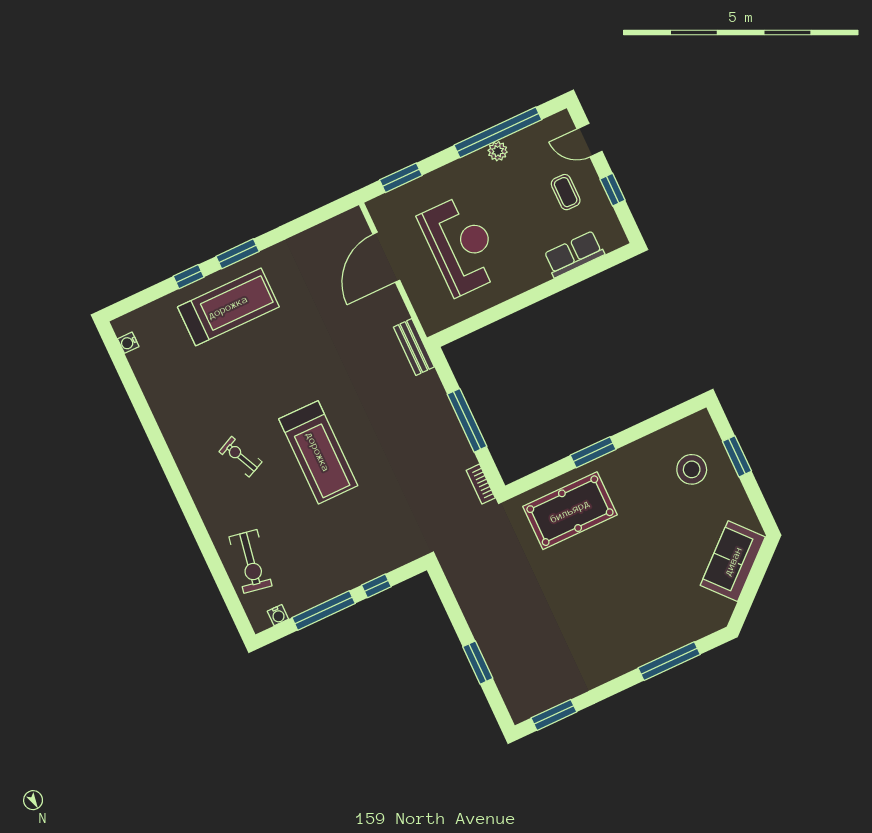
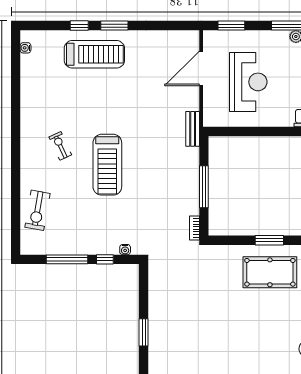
pool table: (570, 511) -> (270, 272), moved
water cooler: (278, 615) -> (125, 250), moved

